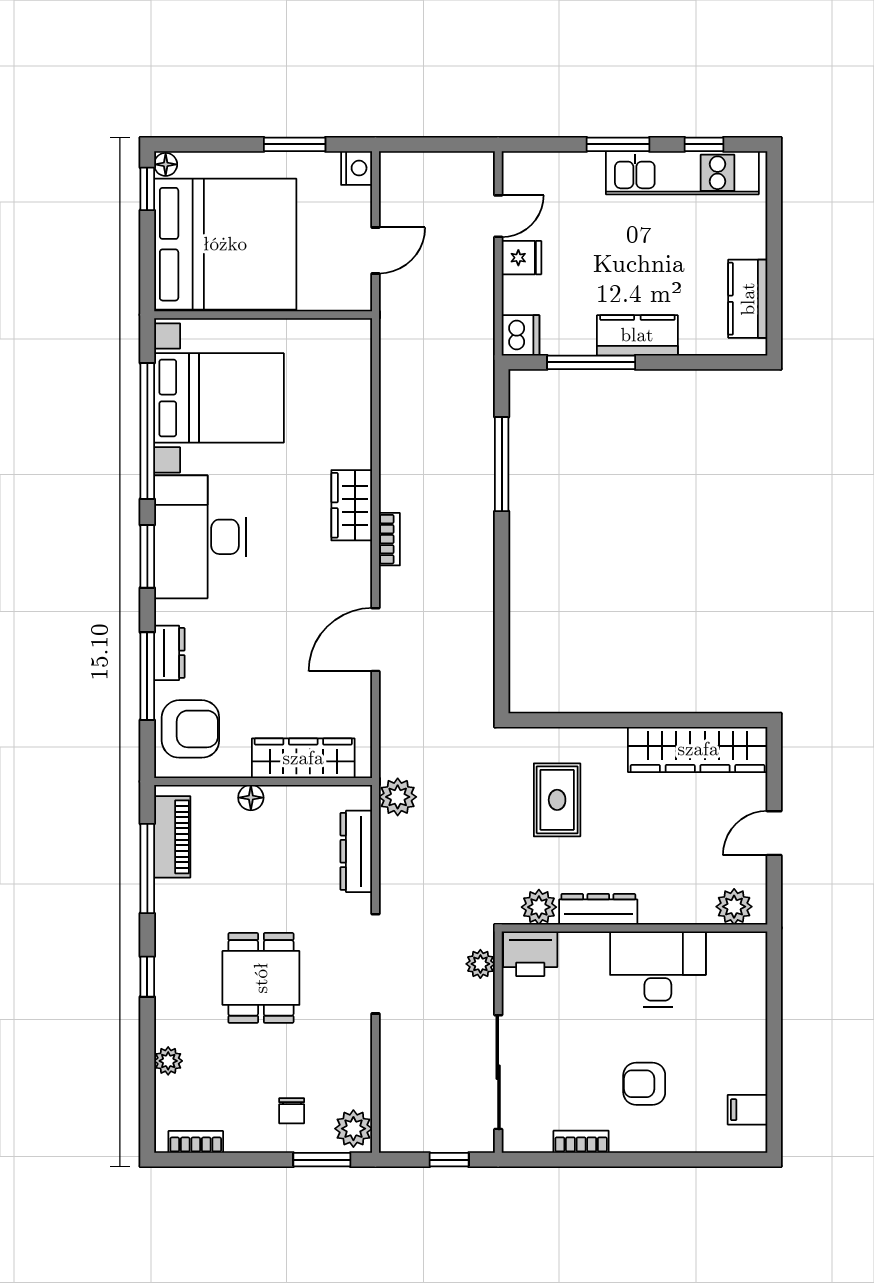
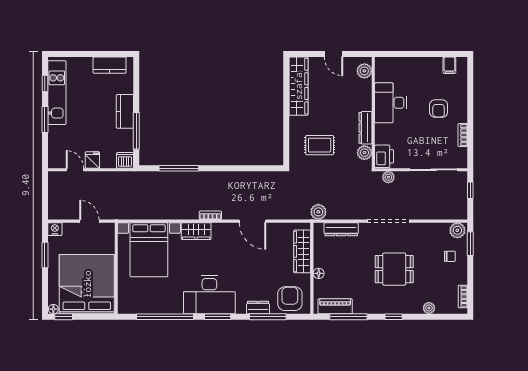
bed with nightstands: (219, 398) -> (149, 250), moved, turned 180

